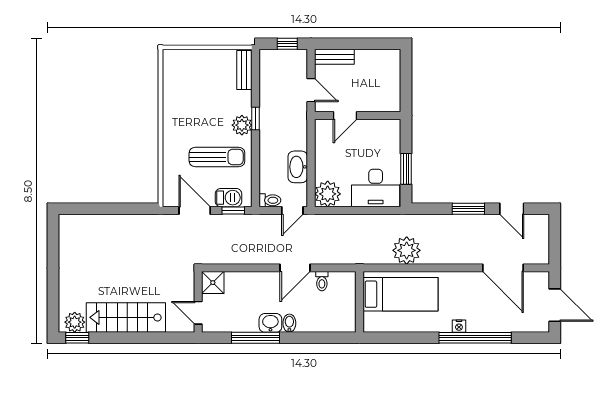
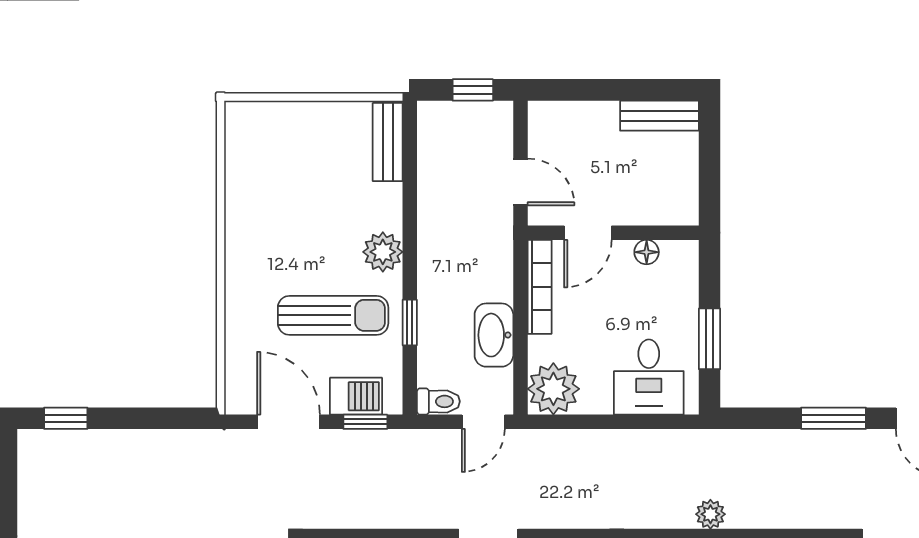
bench: (334, 57) -> (659, 116), moved
window: (256, 118) -> (410, 322), moved
floor lamp: (374, 125) -> (647, 252), added
bookcase: (321, 143) -> (540, 287), added
desk: (376, 188) -> (649, 377), width x0.73
window: (83, 209) -> (66, 418), added
plant: (407, 250) -> (710, 514), width x0.53, depth x0.53

